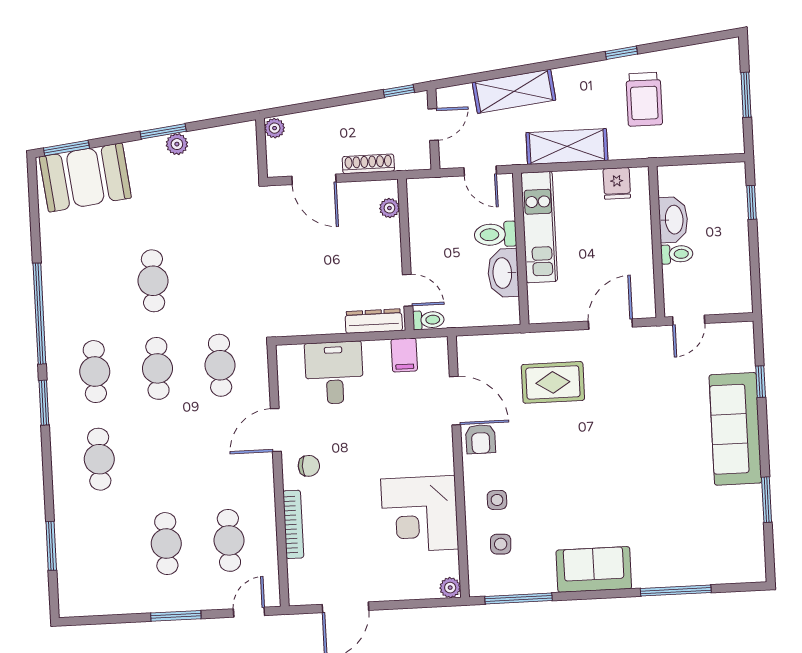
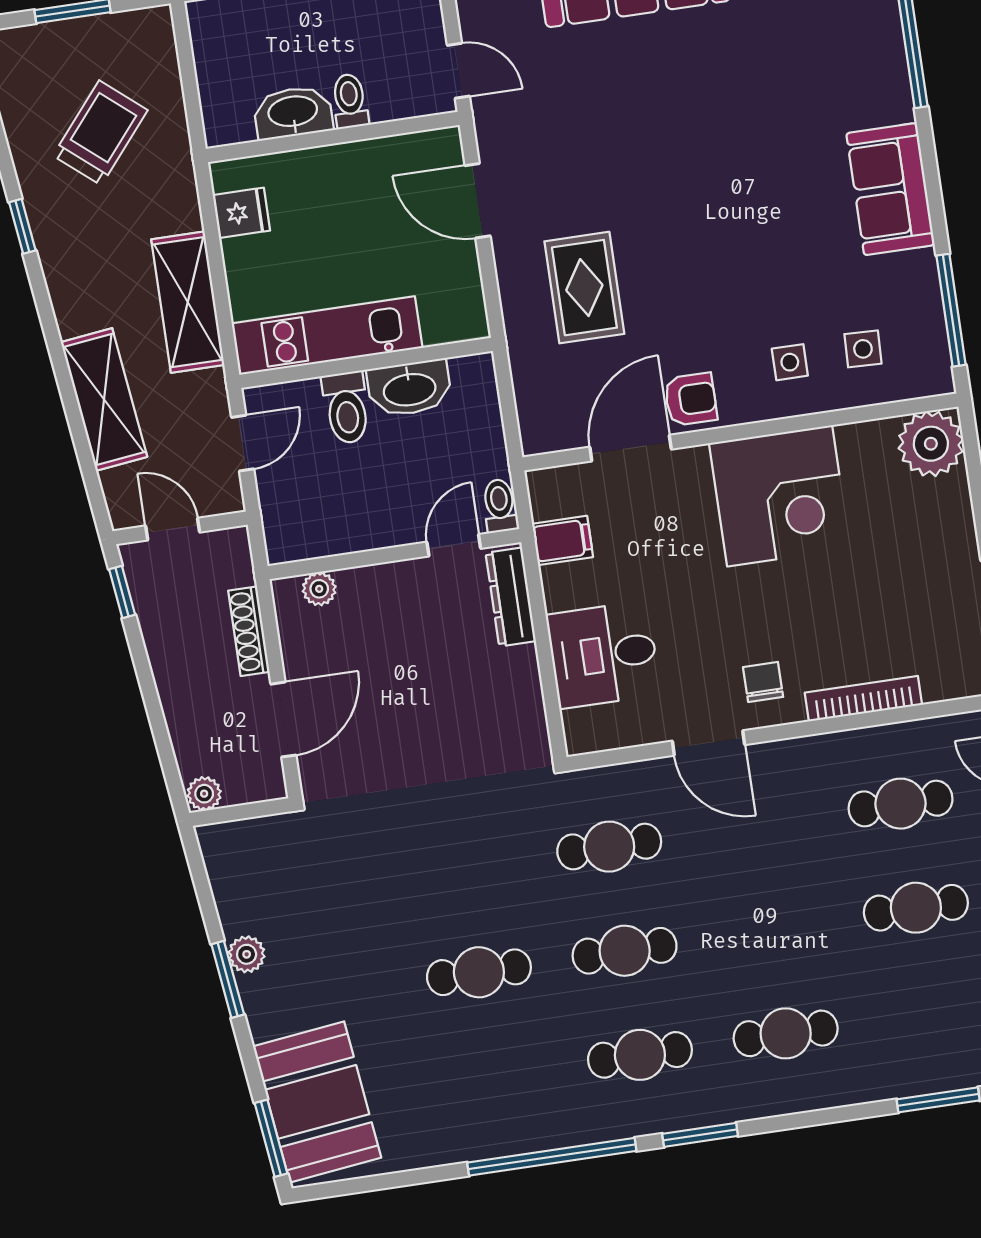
trolley: (644, 99) -> (100, 133), moved, turned -50
corner desk: (420, 514) -> (780, 496), moved
plant: (450, 588) -> (931, 444), width x1.88, depth x1.88

